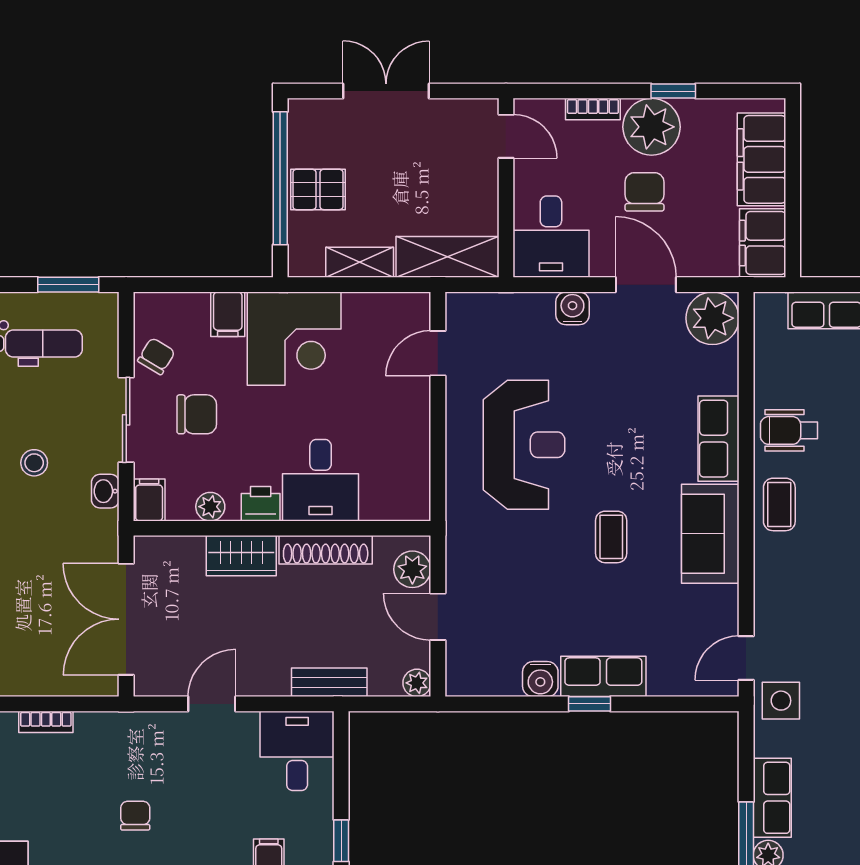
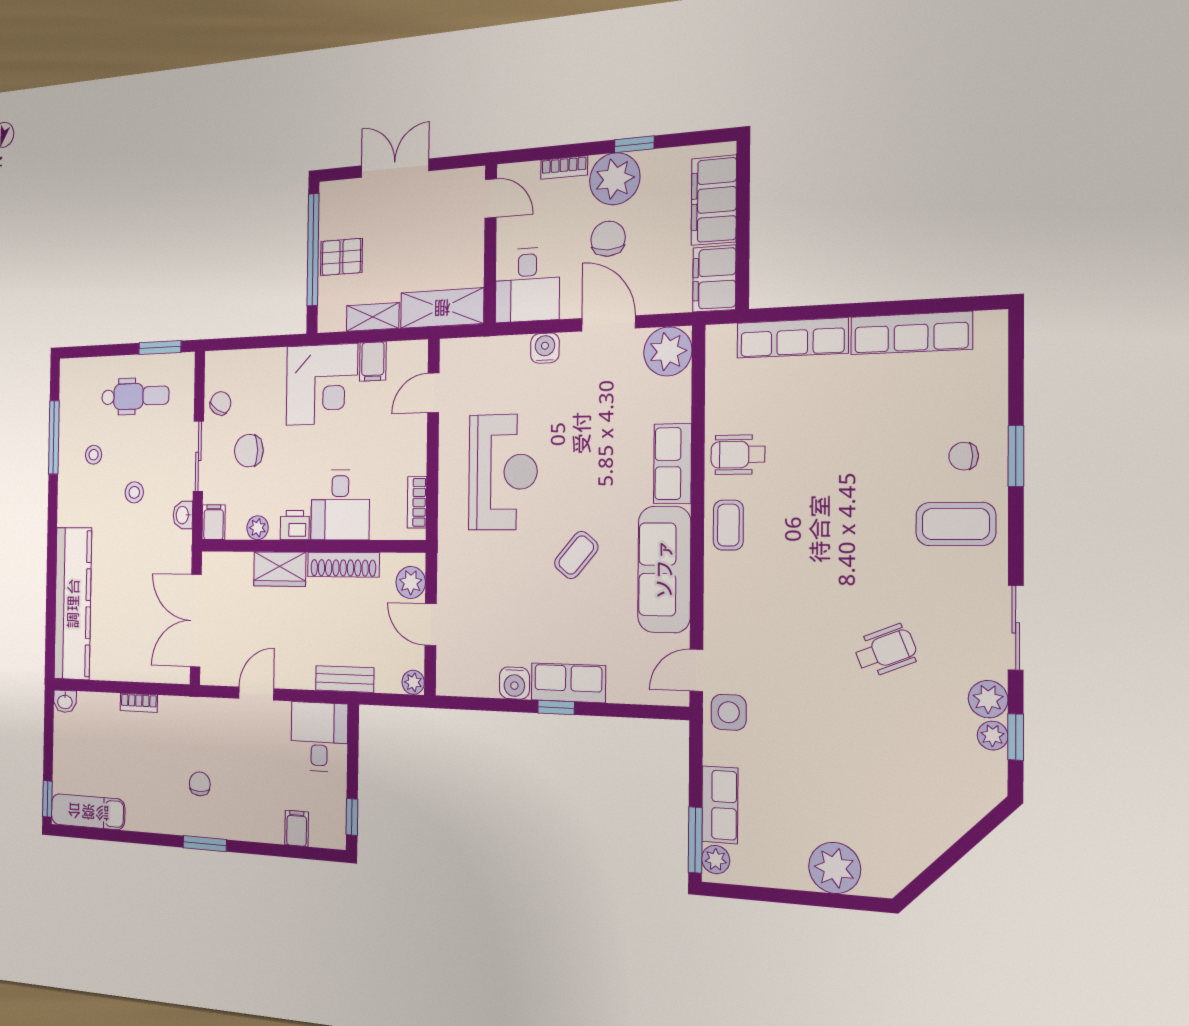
filing cabinet: (228, 314) -> (373, 361), moved
chair: (197, 414) -> (249, 451), turned 180
bookcase: (419, 478) -> (417, 502), added
sofa: (710, 534) -> (664, 569), width x1.36
coffee table: (611, 537) -> (576, 555), turned 40

